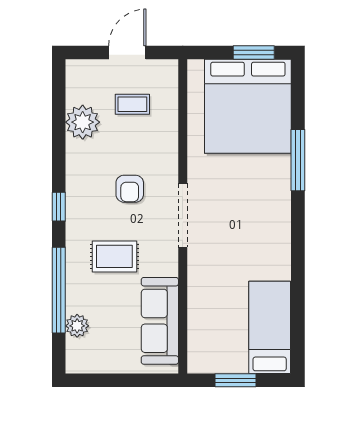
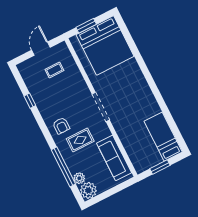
window: (254, 53) -> (86, 26), moved
plant: (83, 122) -> (88, 190), moved
window: (298, 160) -> (139, 58), removed
armchair: (130, 189) -> (61, 126), moved
window: (59, 207) -> (30, 101), moved

